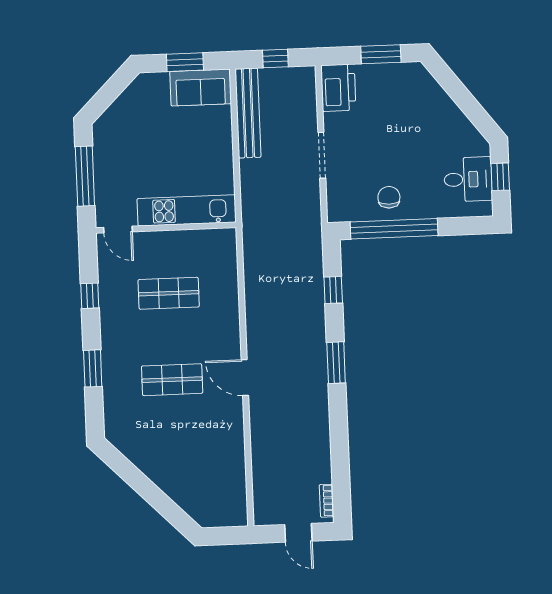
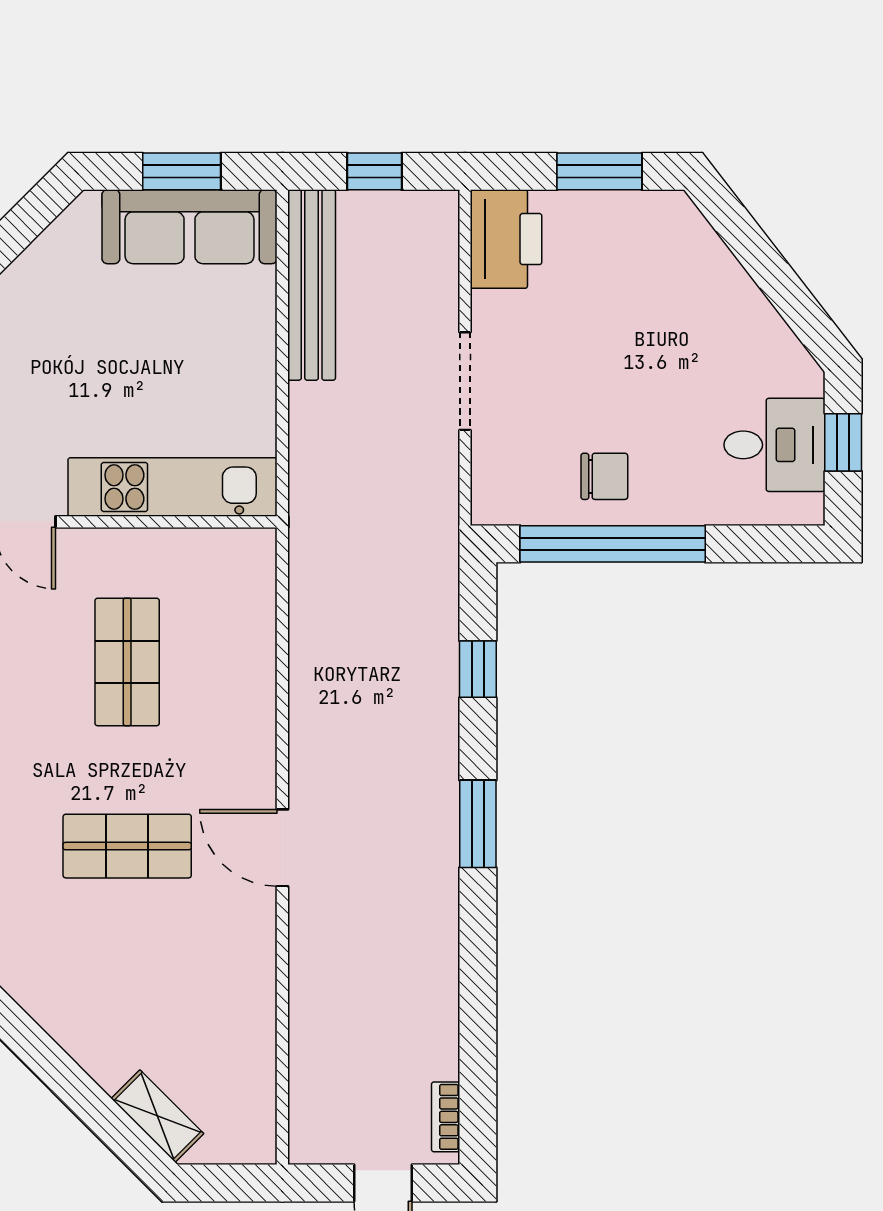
sofa: (201, 88) -> (190, 227), width x1.36
chair: (389, 197) -> (604, 476), turned 90
shop shelf: (169, 293) -> (127, 662), turned 90
shelving: (191, 506) -> (157, 1116), added

